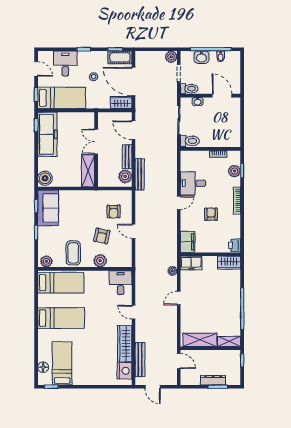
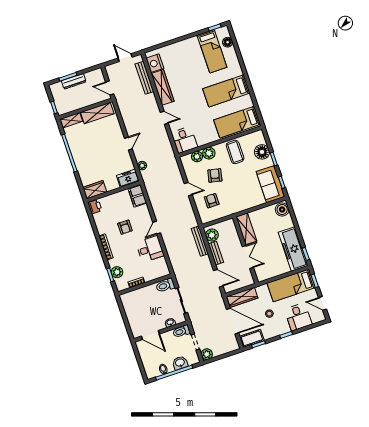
wardrobe: (121, 103) -> (242, 297), width x1.50
floor lamp: (46, 244) -> (262, 152), added
plant: (46, 261) -> (197, 157), moved

